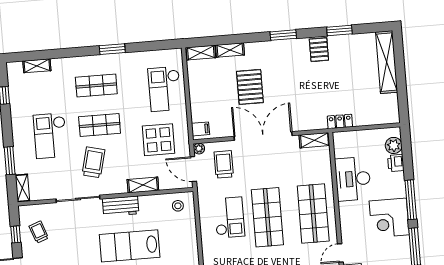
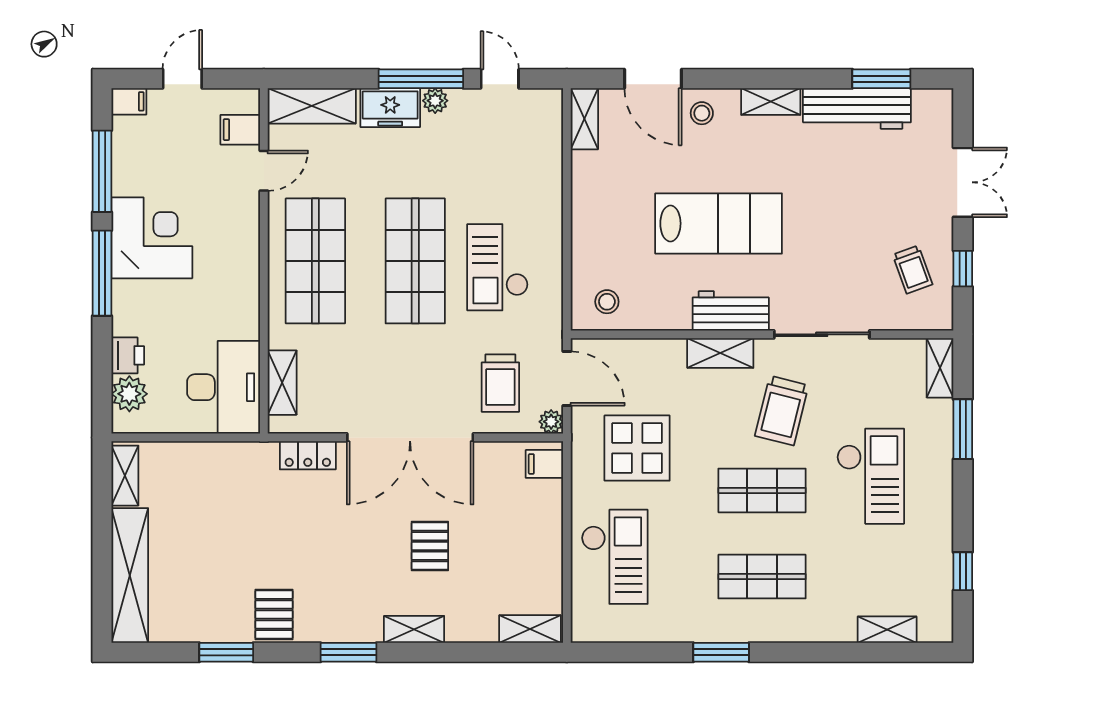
shelving: (230, 50) -> (414, 629), moved
pallet: (250, 87) -> (430, 546), width x0.67, depth x0.71
shelving: (393, 108) -> (125, 476), added
locker: (340, 121) -> (308, 455), moved
shelving: (314, 140) -> (282, 383), moved, turned 90
desk: (353, 179) -> (224, 387), moved
shelving: (143, 185) -> (720, 353), moved

